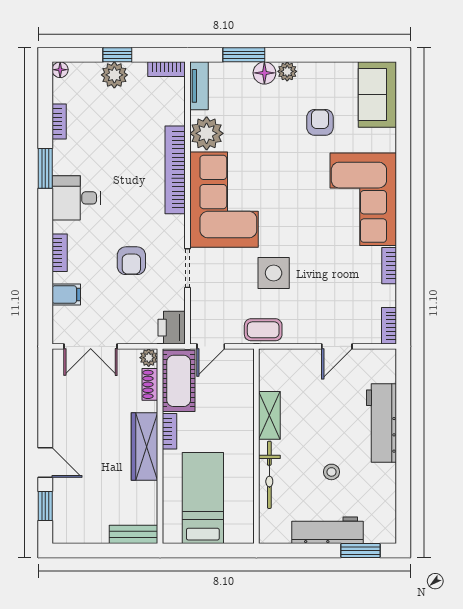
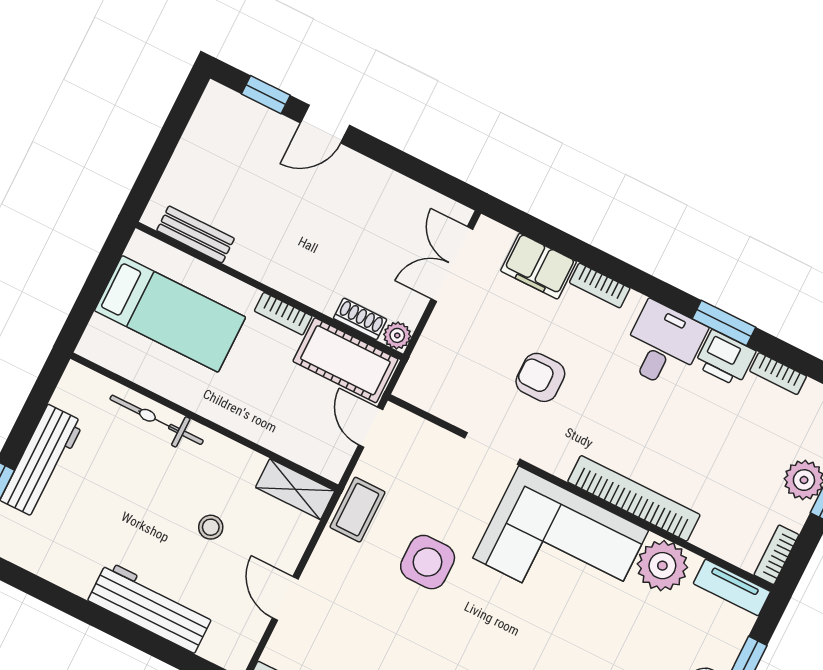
filing cabinet: (66, 295) -> (539, 266), width x2.00
printer: (172, 328) -> (725, 358), moved, turned 180
shelving: (269, 415) -> (295, 489), moved
wardrobe: (145, 446) -> (279, 270), removed
stool: (332, 472) -> (211, 527), moved
bench: (133, 534) -> (196, 234), moved, turned 90

